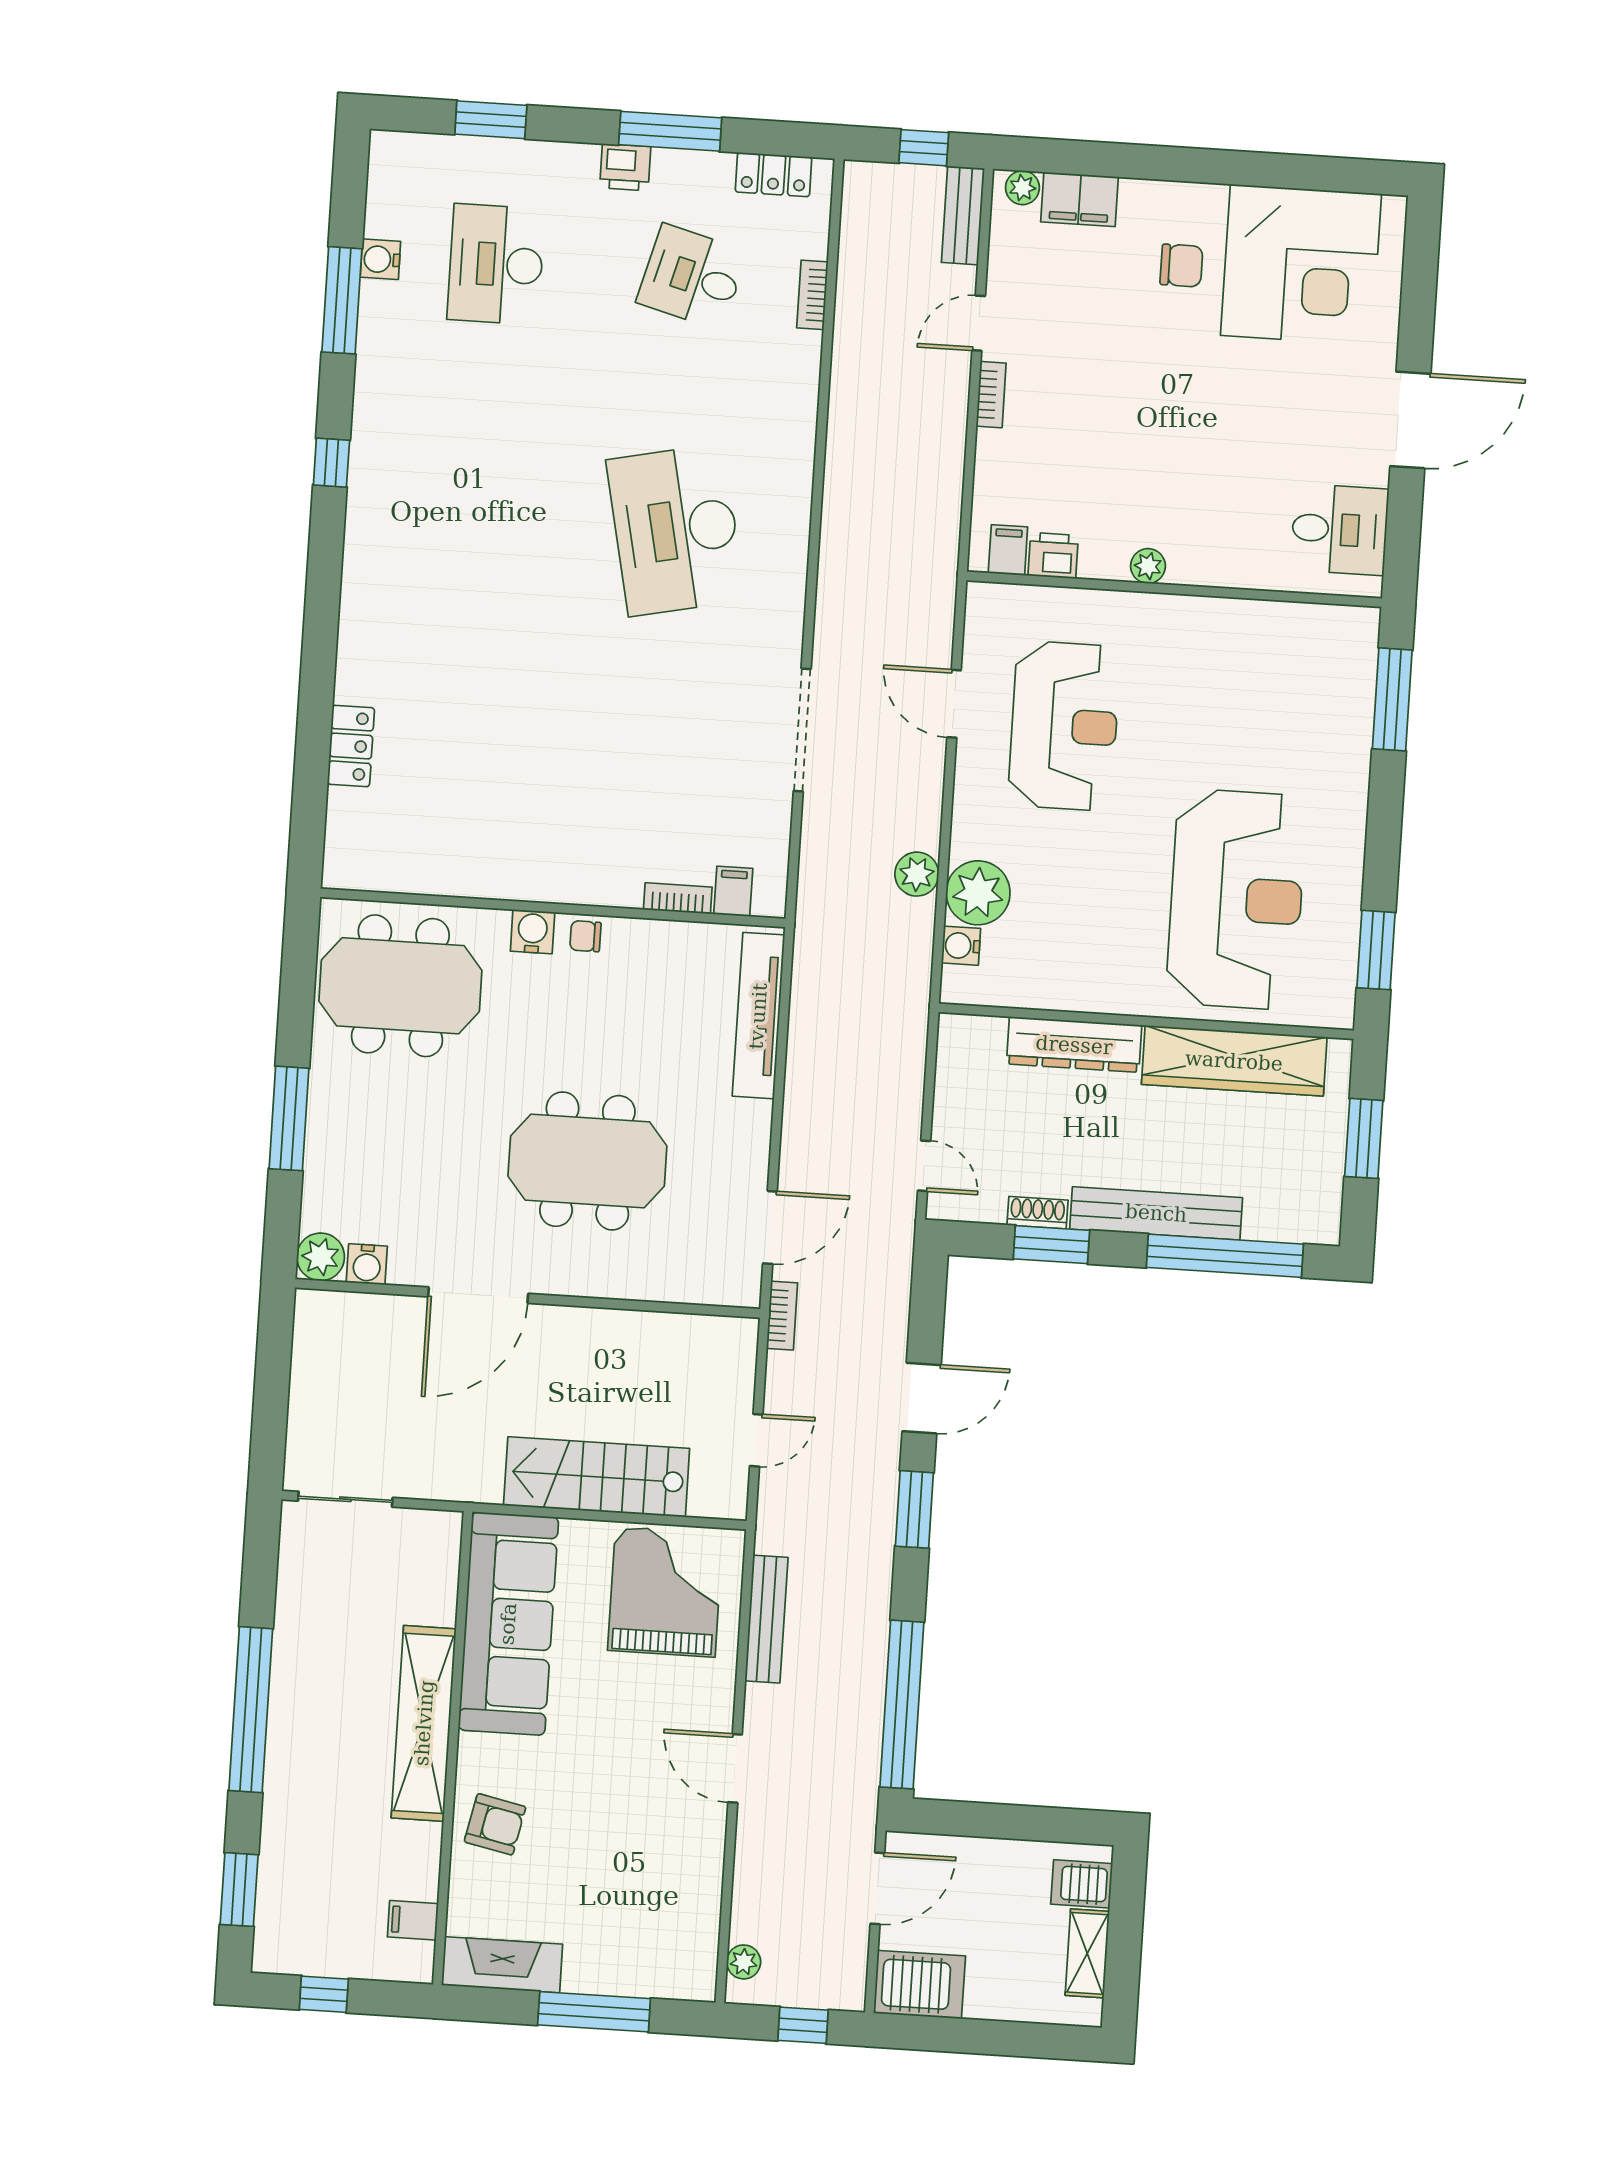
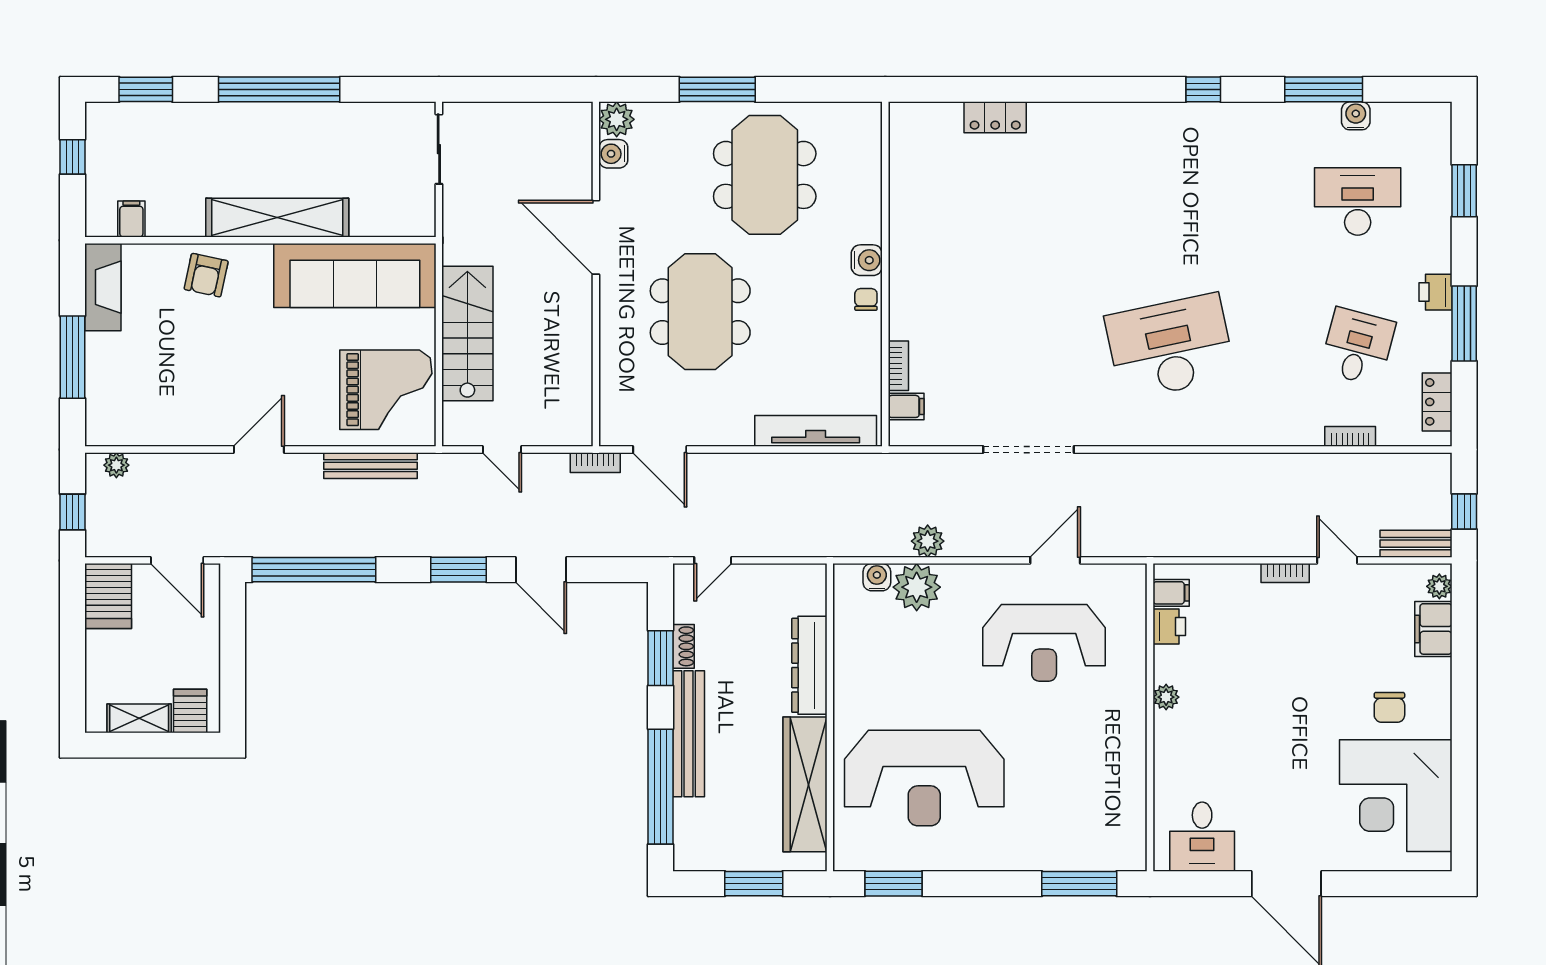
meeting table: (400, 986) -> (765, 175), moved

